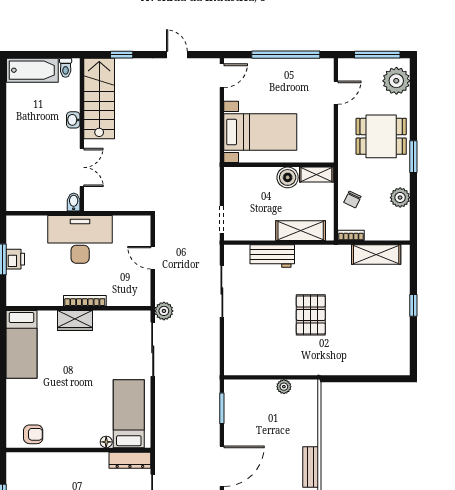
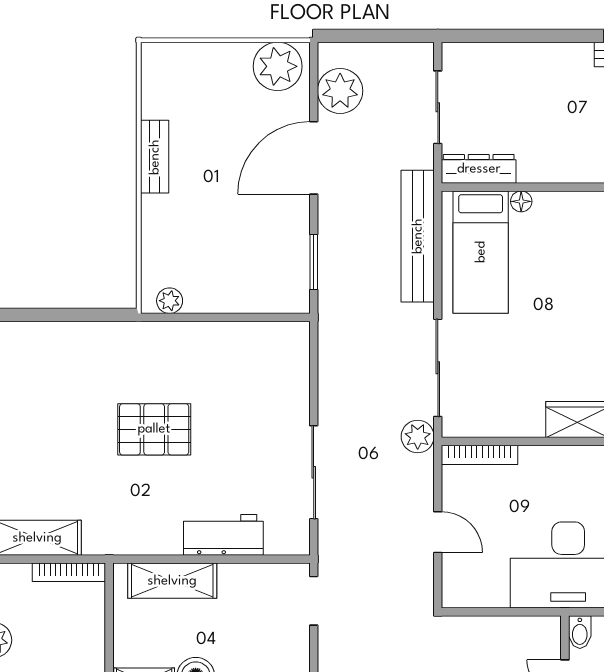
chair: (352, 199) -> (79, 637), removed
bookcase: (351, 235) -> (69, 572), width x1.56
bookcase: (85, 301) -> (480, 455), moved
pallet: (311, 315) -> (154, 429), turned 90
plant: (284, 387) -> (170, 301), moved
bench: (164, 423) -> (418, 236), added

